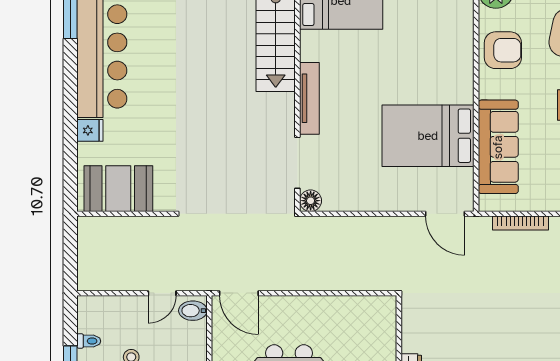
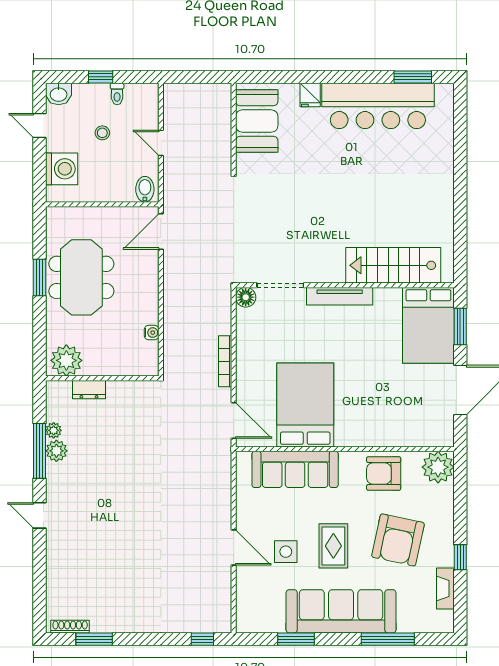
armchair: (503, 50) -> (384, 474), turned 90
door: (445, 214) -> (234, 420), swing flipped
bookcase: (520, 223) -> (225, 361), moved
door: (162, 293) -> (161, 143), moved
water cooler: (349, 303) -> (152, 333), added

